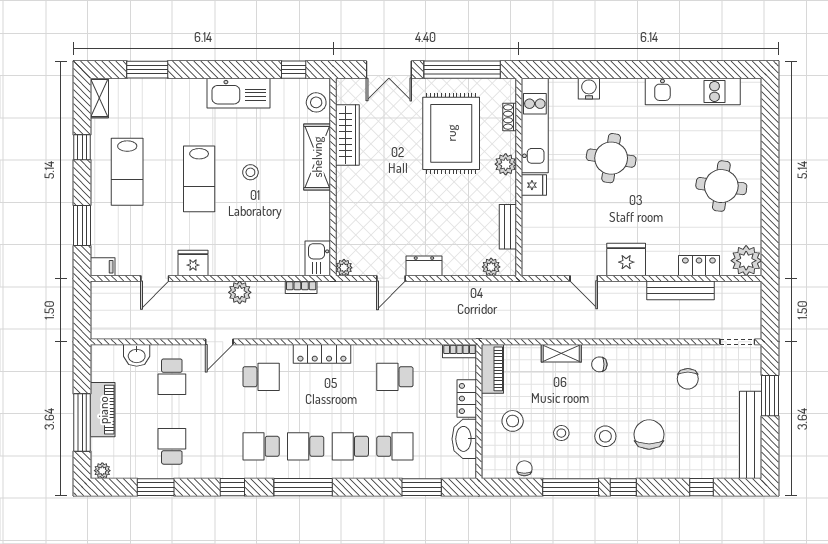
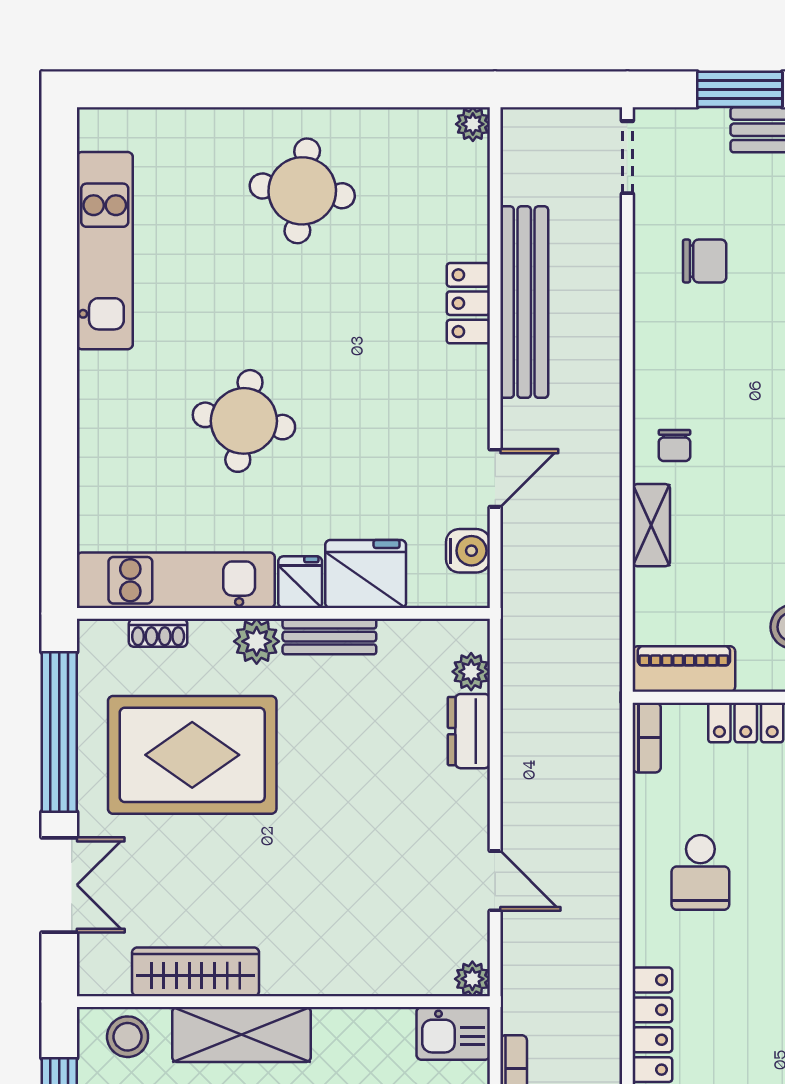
water cooler: (589, 89) -> (468, 551), moved, turned 180
bench: (508, 227) -> (329, 637), moved
fridge: (626, 260) -> (366, 574), moved, turned 90
plant: (746, 261) -> (473, 124), width x0.53, depth x0.53
dresser: (424, 266) -> (469, 731), moved
locker: (699, 266) -> (468, 303), moved
bench: (680, 290) -> (524, 302), width x1.37, depth x1.21

